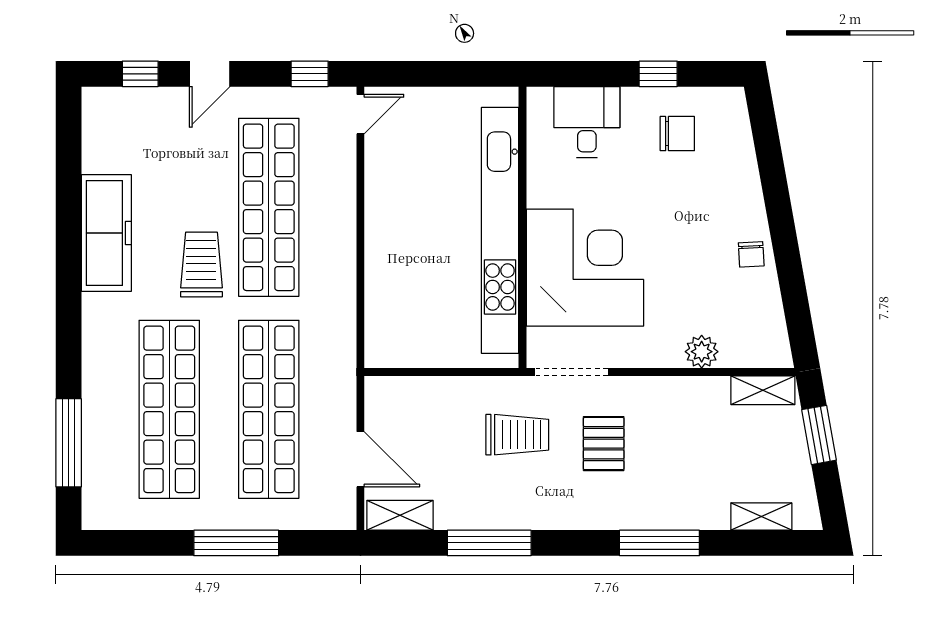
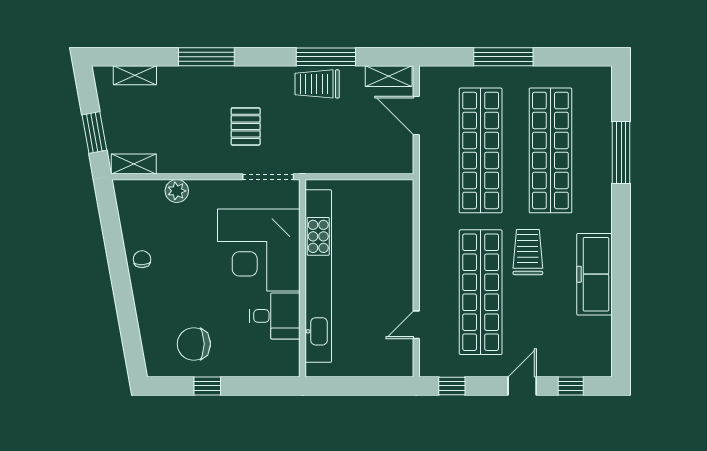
door: (360, 114) -> (416, 325), moved
desk: (587, 122) -> (275, 316), moved, turned -90
chair: (677, 134) -> (194, 344), width x1.37, depth x1.37
trolley: (201, 265) -> (528, 252), turned 180
trolley: (517, 435) -> (317, 84), moved
window: (69, 443) -> (621, 153), moved

